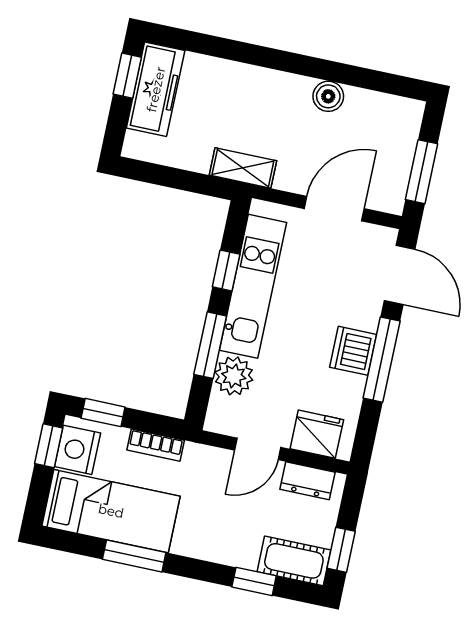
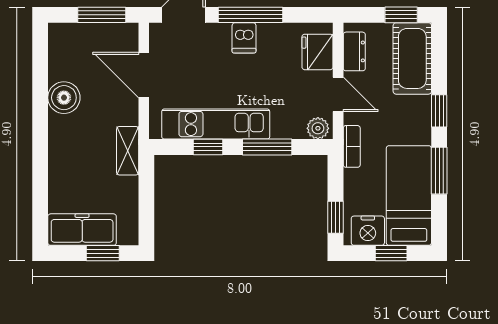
window: (127, 76) -> (103, 253), moved
boiler: (328, 96) -> (64, 98), width x1.36, depth x1.36
dishwasher: (353, 351) -> (244, 38), width x0.73
plant: (234, 376) -> (318, 128), moved, width x0.73, depth x0.73
bookcase: (156, 445) -> (352, 146), moved
window: (49, 446) -> (391, 253), moved
cot: (294, 561) -> (412, 58), width x1.37, depth x1.34
window: (254, 581) -> (439, 111), moved

